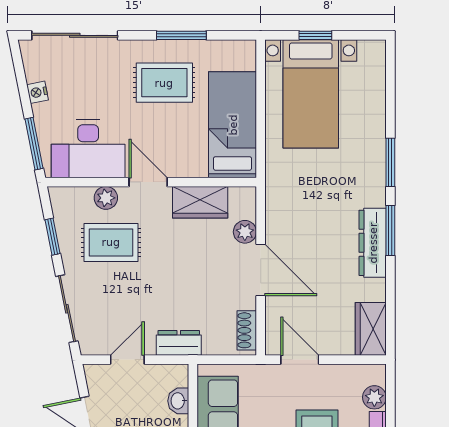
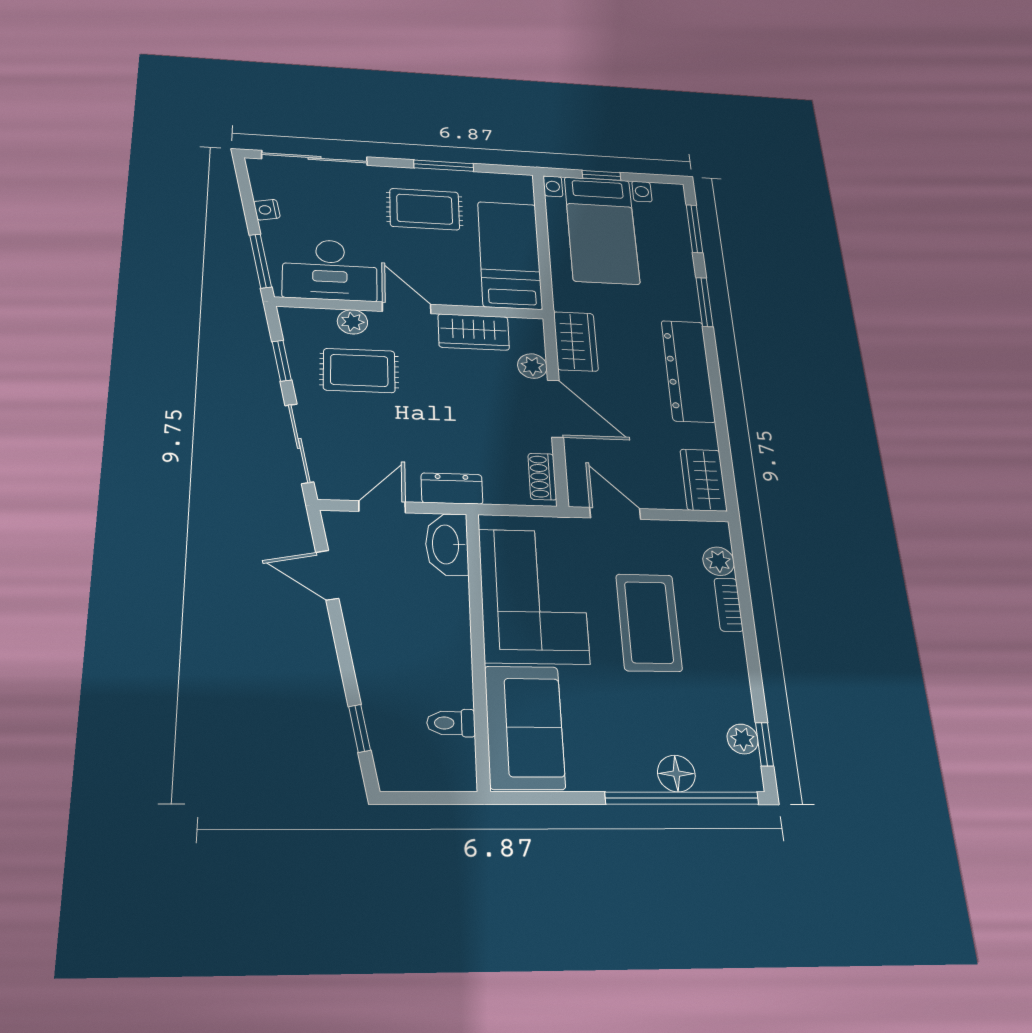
wardrobe: (281, 207) -> (576, 341), added
window: (390, 230) -> (694, 229), moved
dresser: (373, 243) -> (688, 371), width x1.37, depth x1.24
washbasin: (178, 401) -> (447, 544), width x1.91, depth x1.45

